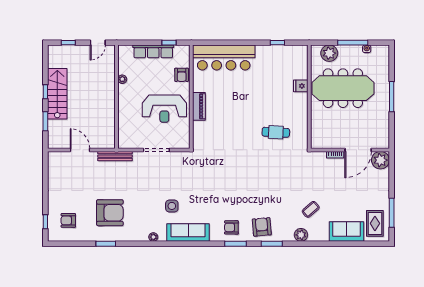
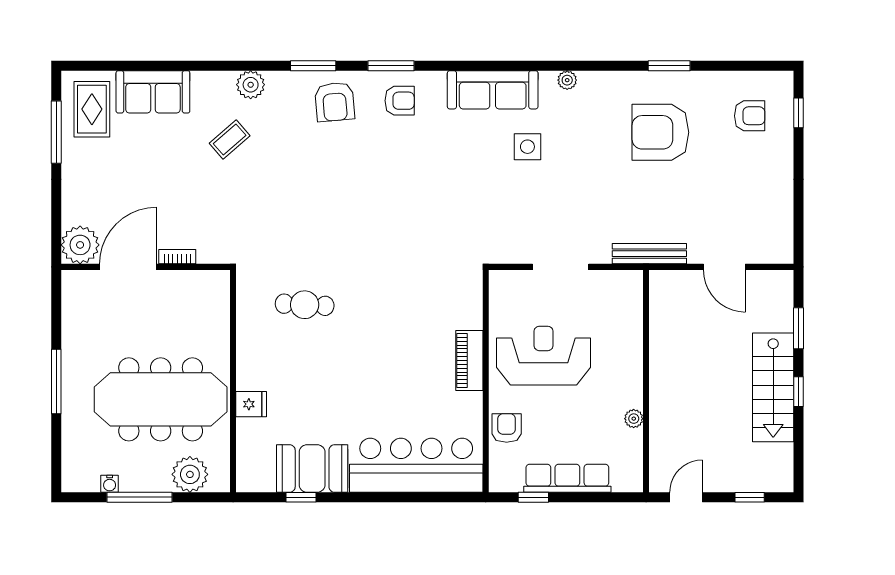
booth: (272, 56) -> (312, 468), added

